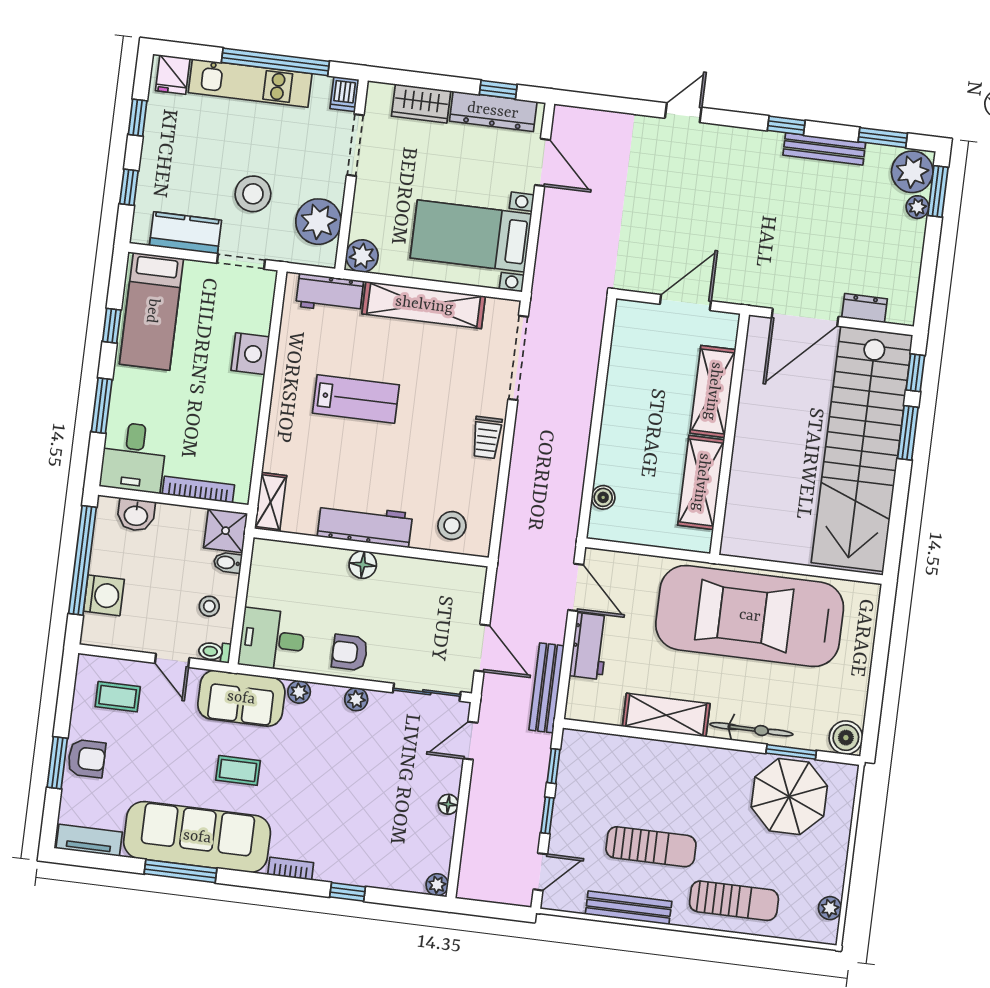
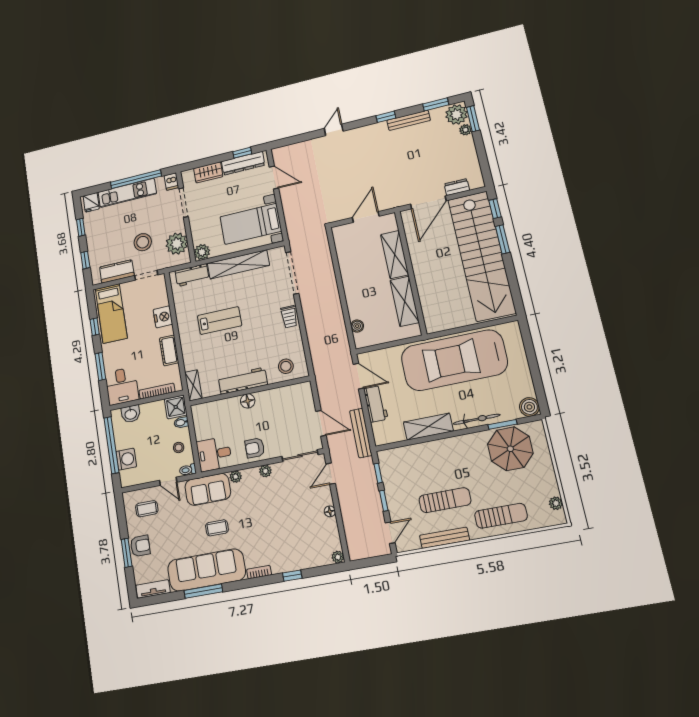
cot: (244, 421) -> (169, 350), added

